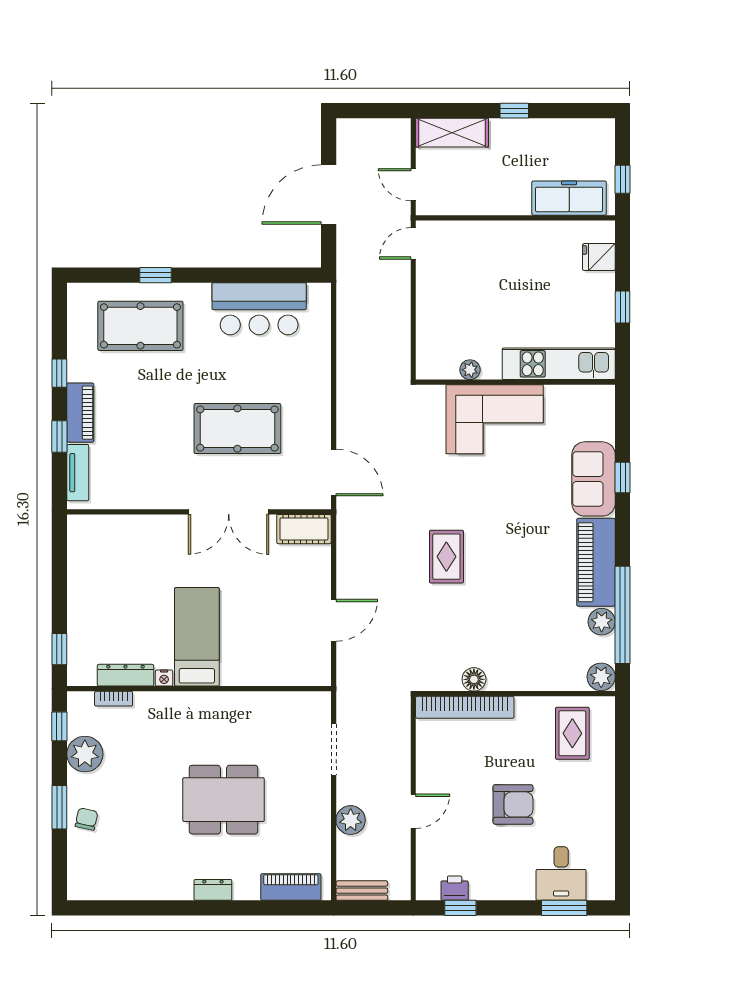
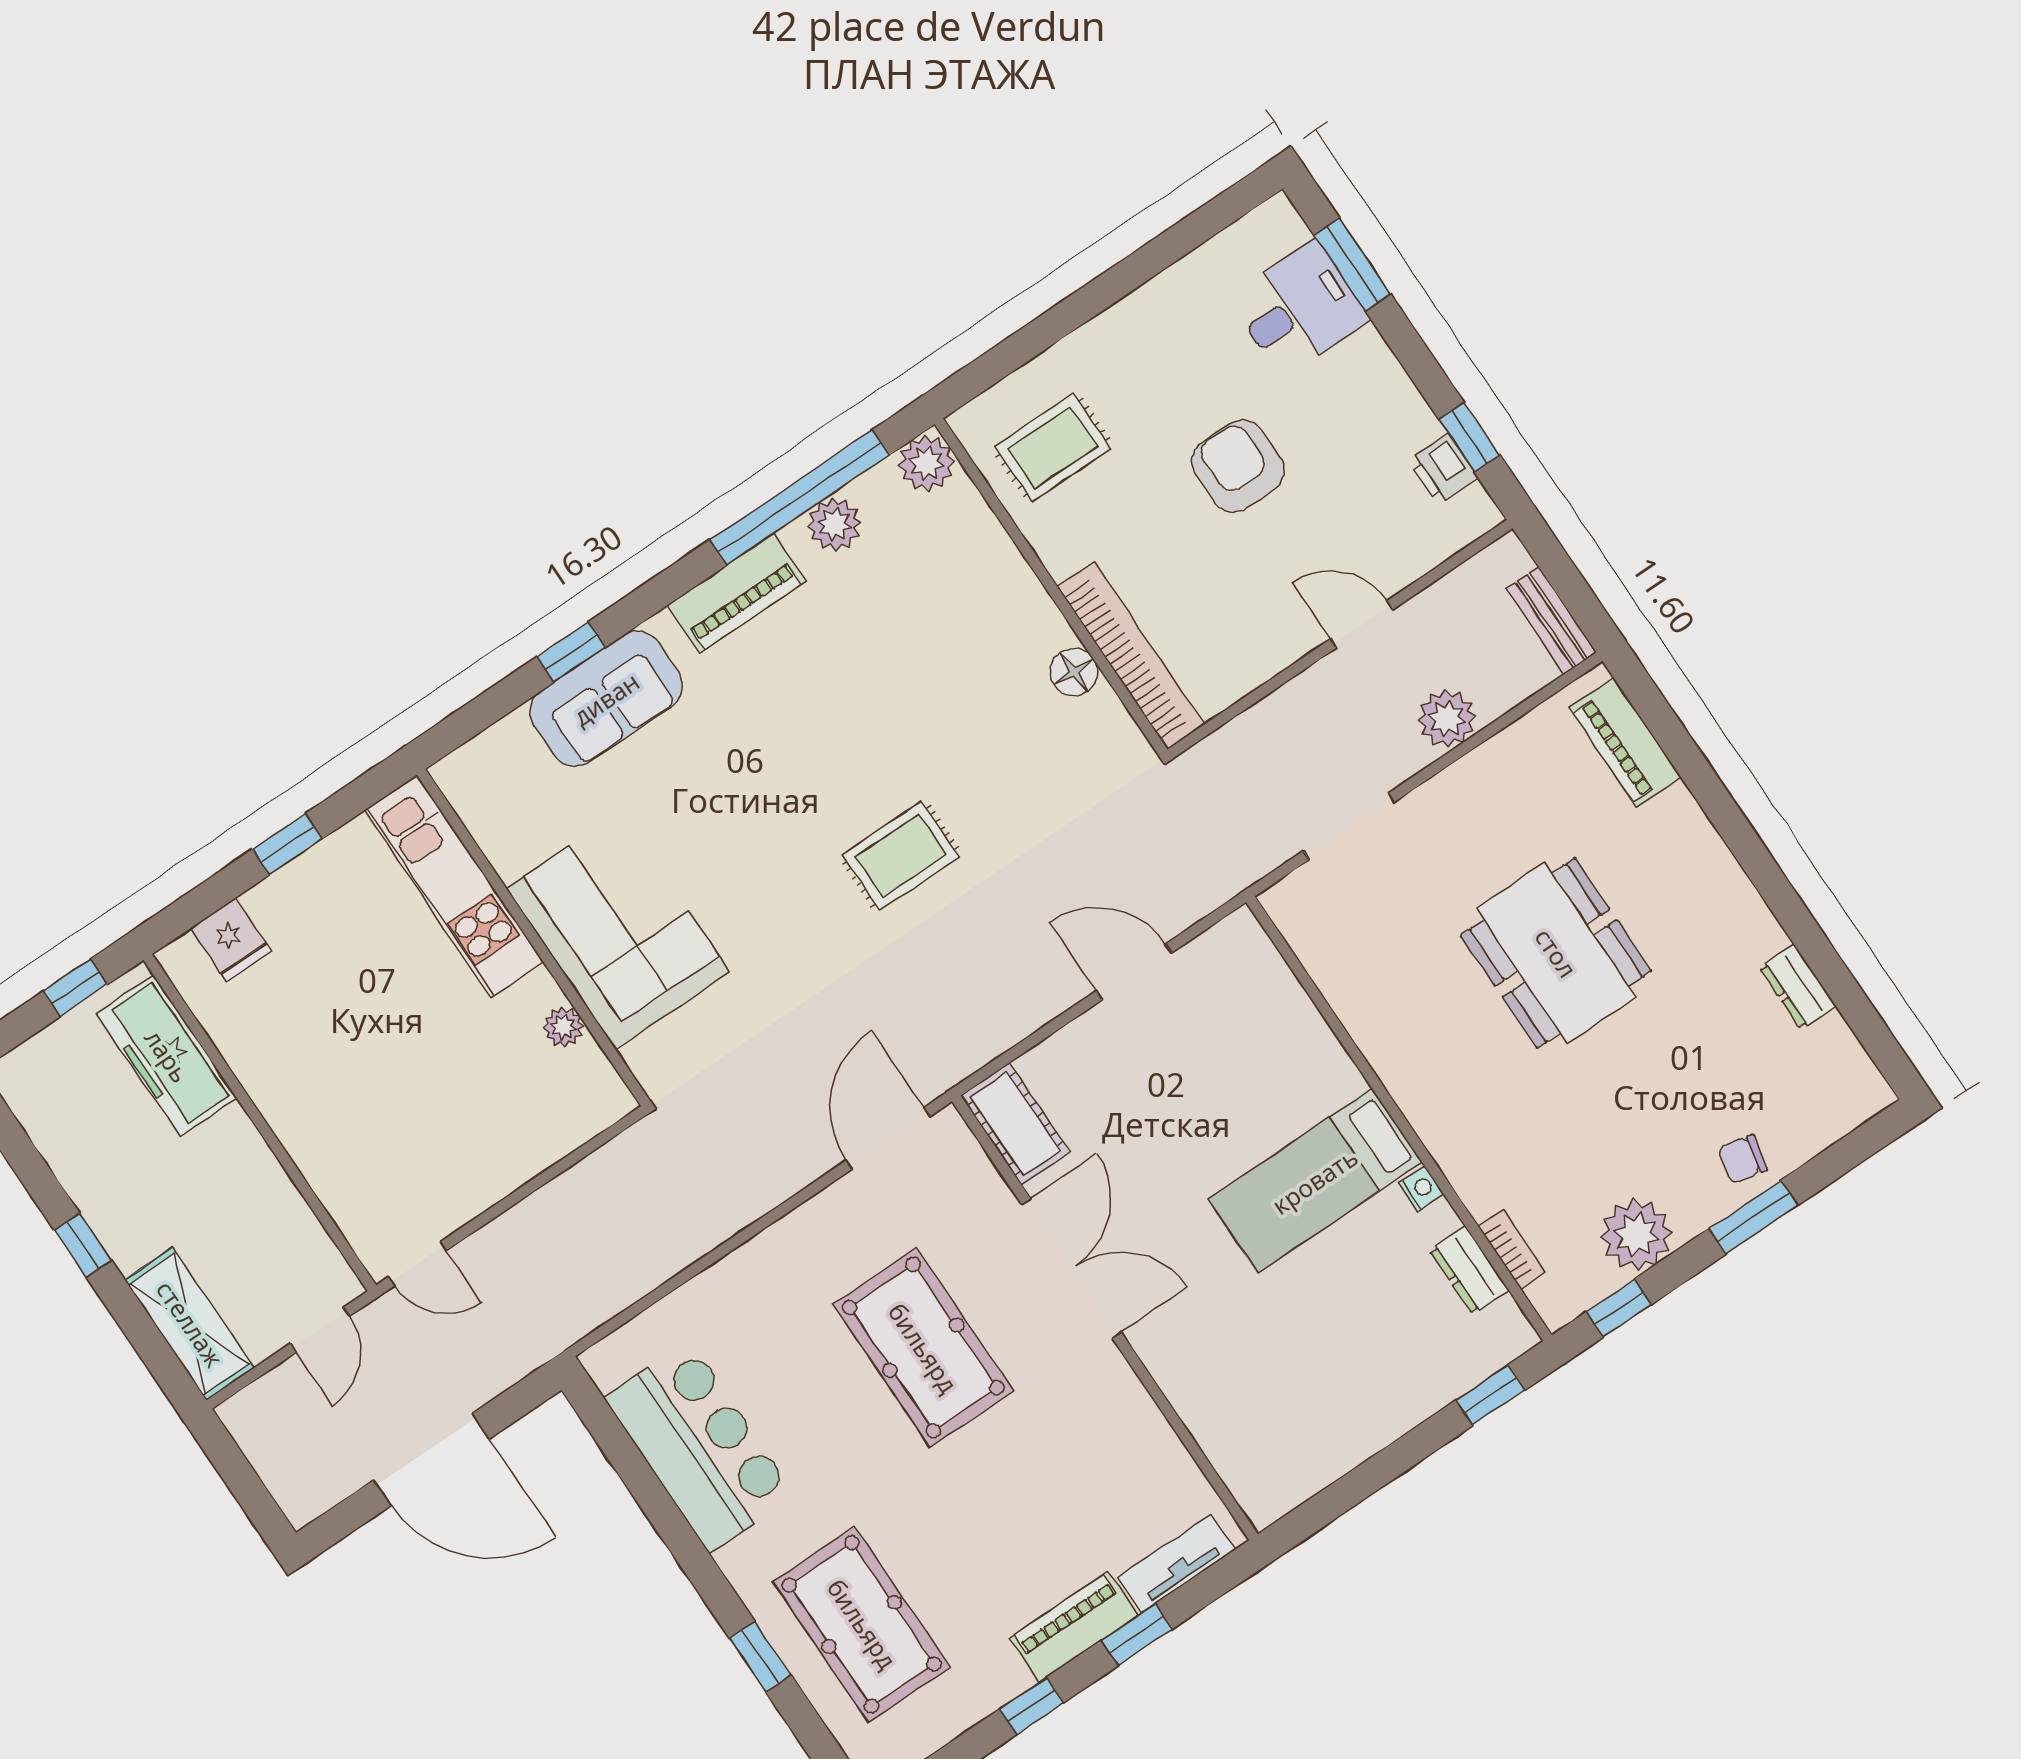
piano: (596, 562) -> (737, 593), width x0.73, depth x0.75
dresser: (125, 675) -> (1469, 1270), width x0.70
dresser: (213, 890) -> (1798, 987), moved

